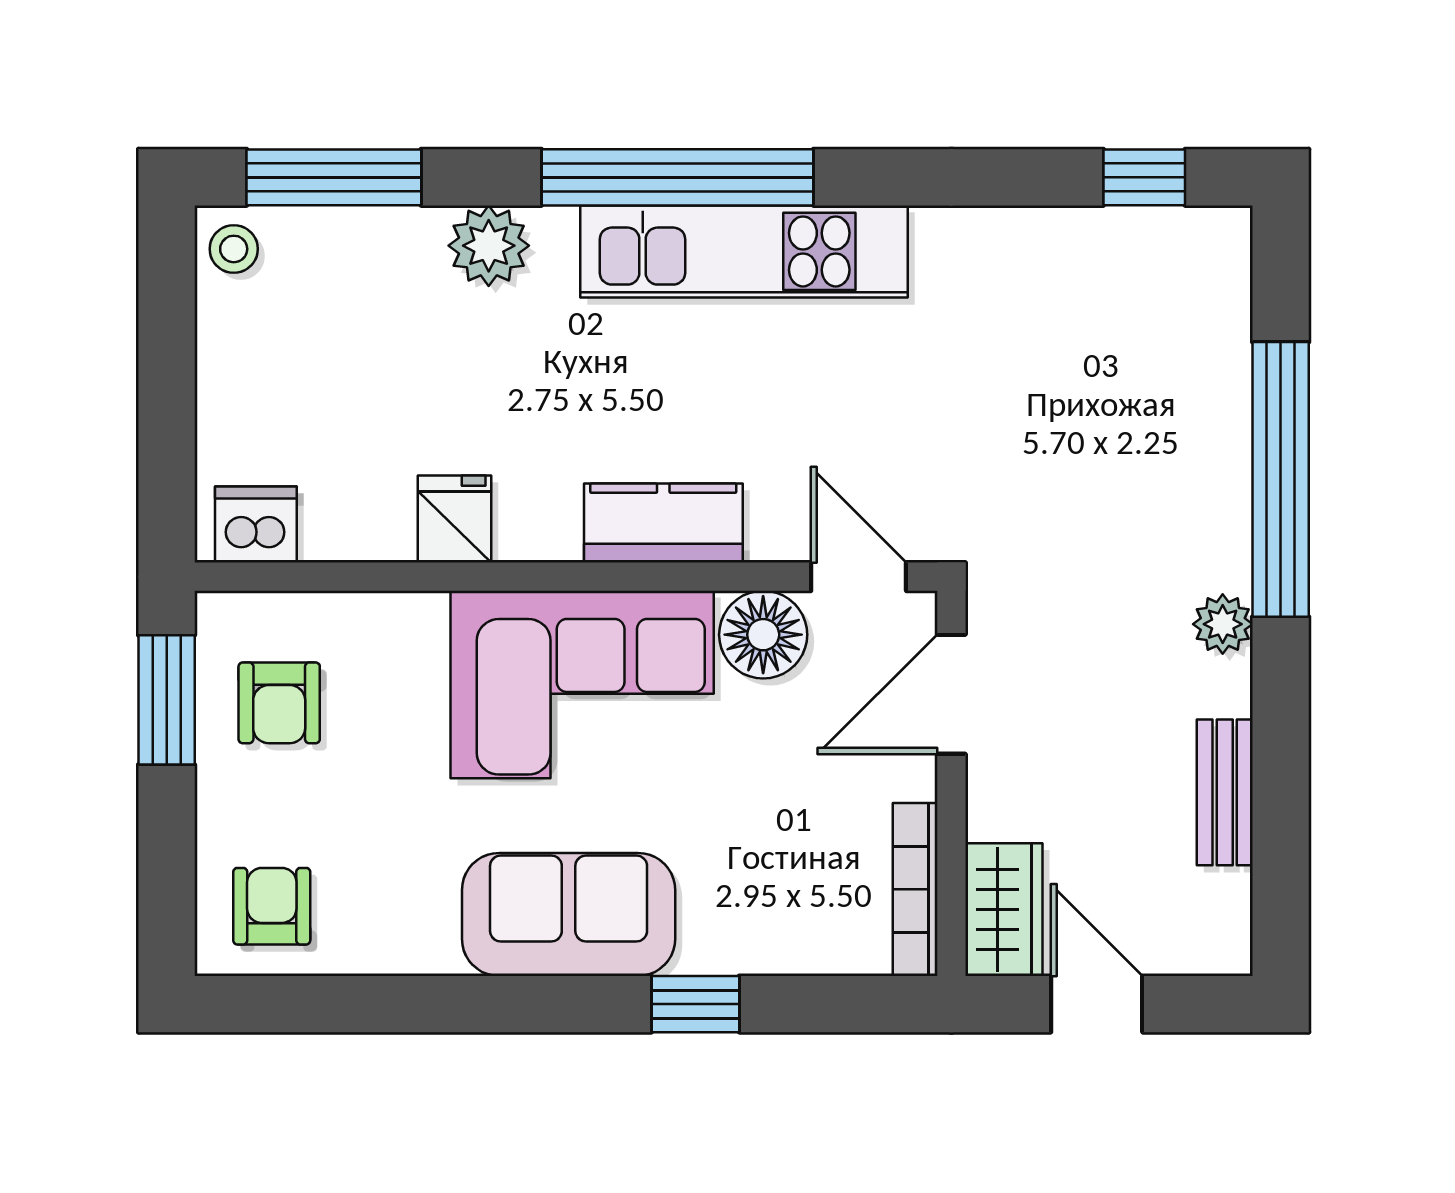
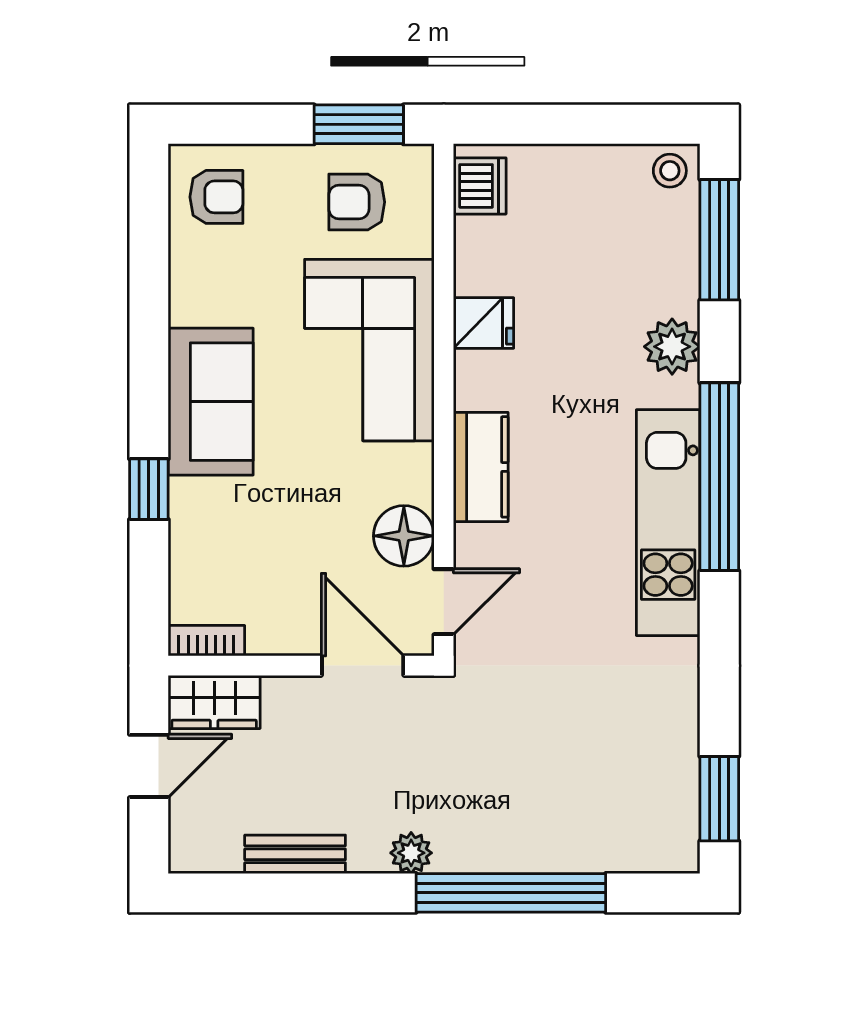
window: (1144, 177) -> (719, 799), width x1.50
corner sofa: (582, 685) -> (369, 350), moved
bookcase: (915, 889) -> (206, 641), width x0.64

